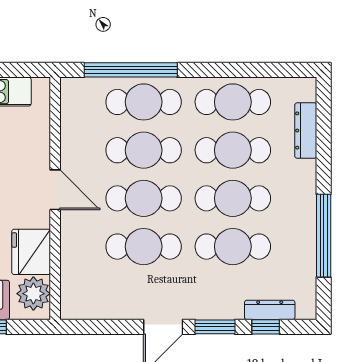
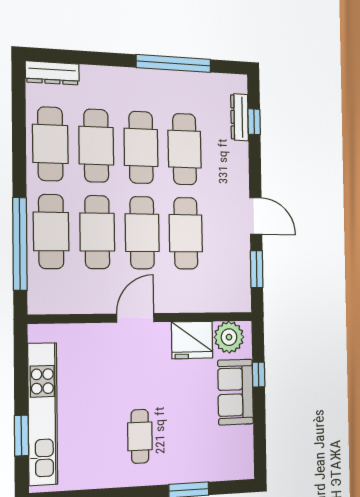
dresser: (306, 131) -> (52, 73), moved
window: (215, 327) -> (257, 269), moved

